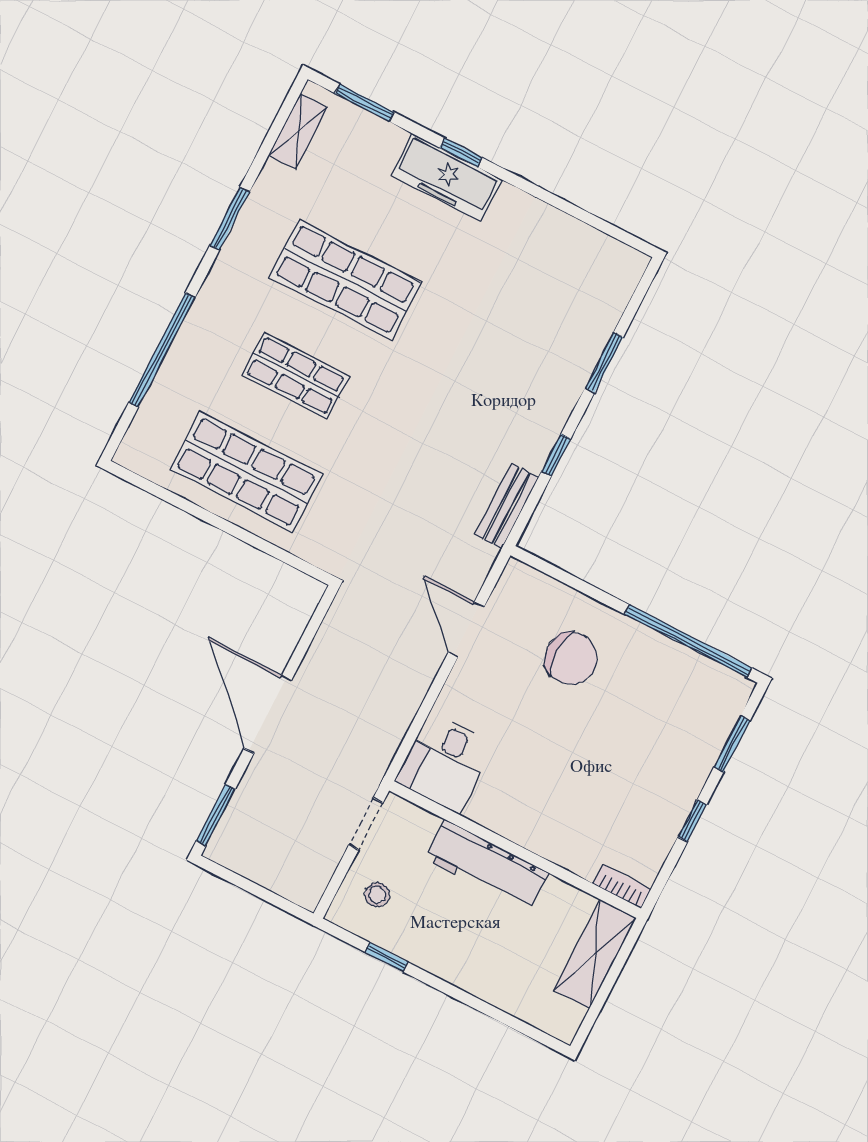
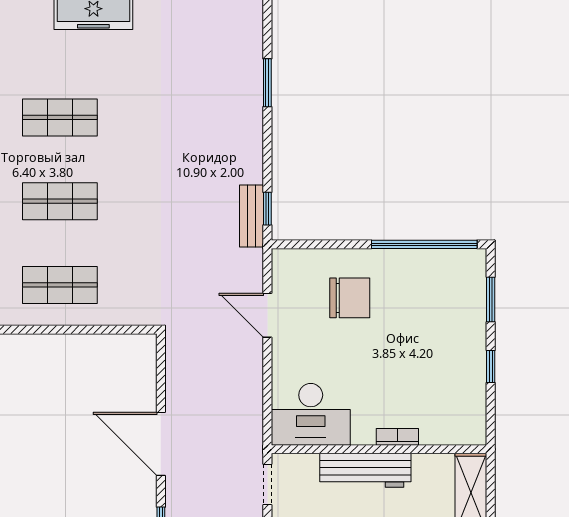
shop shelf: (345, 279) -> (60, 117), width x0.70, depth x0.74
window: (556, 455) -> (267, 209), moved
shop shelf: (246, 472) -> (60, 285), width x0.70, depth x0.74
desk: (445, 763) -> (311, 414), width x1.37
bookcase: (622, 887) -> (397, 437), moved

